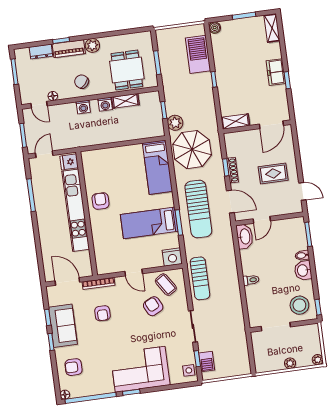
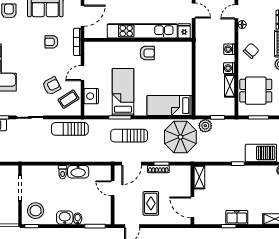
sun lounger: (198, 209) -> (129, 136), width x0.73, depth x0.75
washbasin: (245, 236) -> (78, 172), moved
nightstand: (172, 257) -> (91, 96), moved

